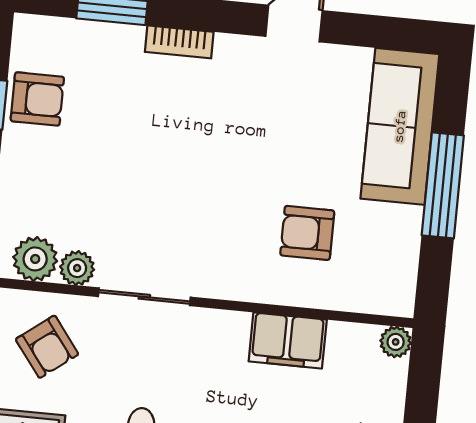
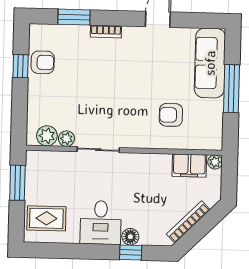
filing cabinet: (288, 340) -> (189, 166), moved
armchair: (47, 347) -> (55, 176), removed

